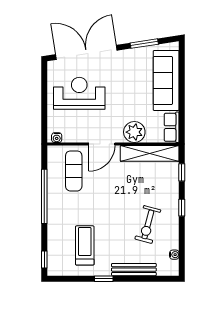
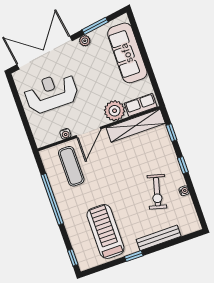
plant: (129, 54) -> (85, 41), added
row of seats: (172, 127) -> (141, 105), moved, turned 90
water cooler: (57, 138) -> (65, 134), moved
treadmill: (85, 245) -> (105, 231), width x1.37, depth x1.38
water cooler: (174, 255) -> (184, 191), moved

